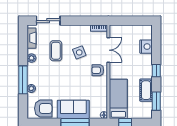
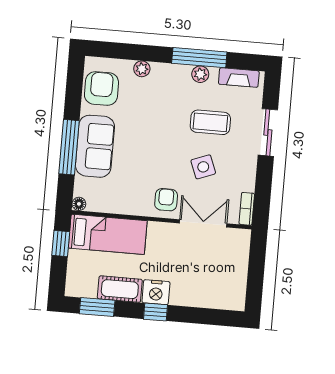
sliding door: (48, 21) -> (268, 132), moved
nightstand: (146, 47) -> (156, 292), moved
double door: (108, 50) -> (203, 223), swing flipped
window: (23, 80) -> (199, 58), moved
armchair: (43, 108) -> (101, 88), turned 180

